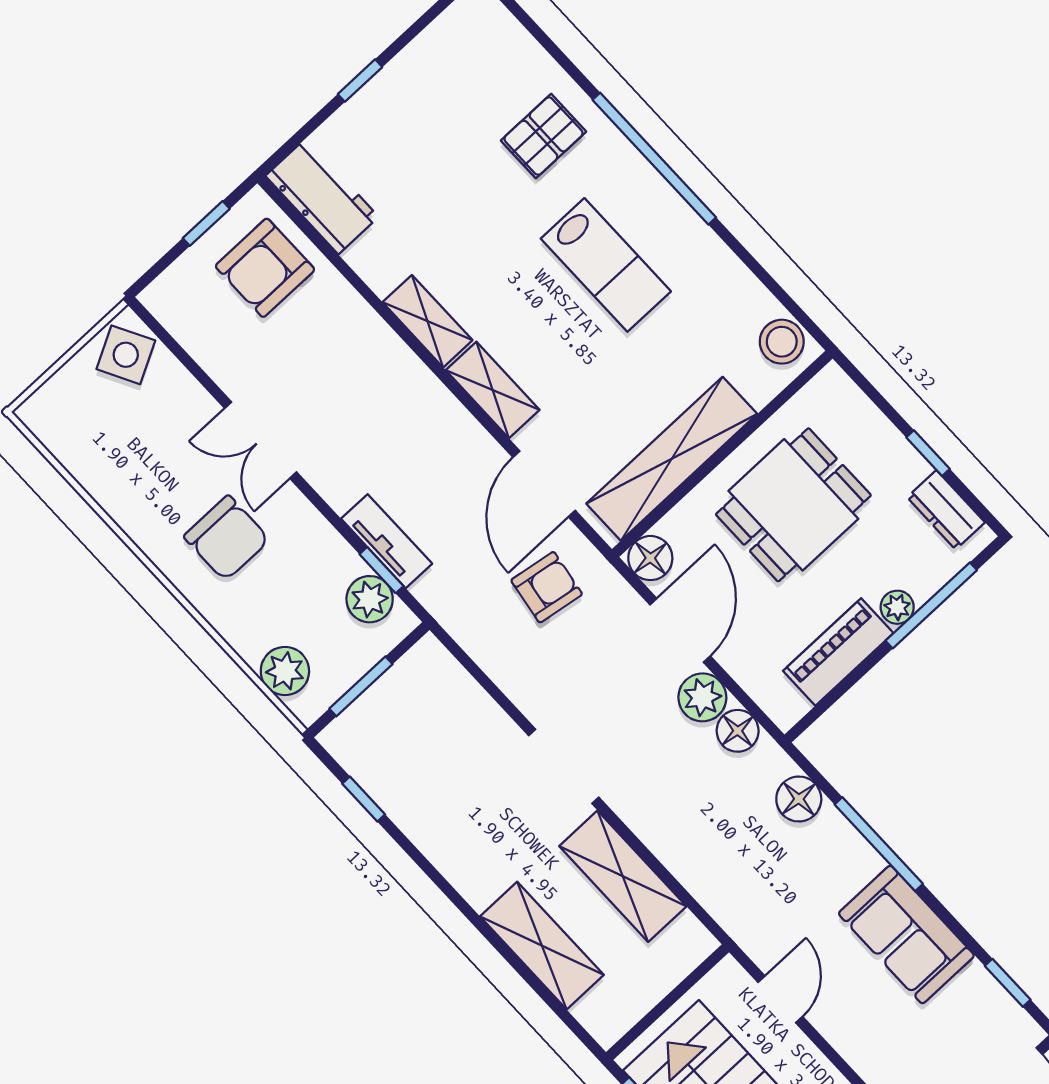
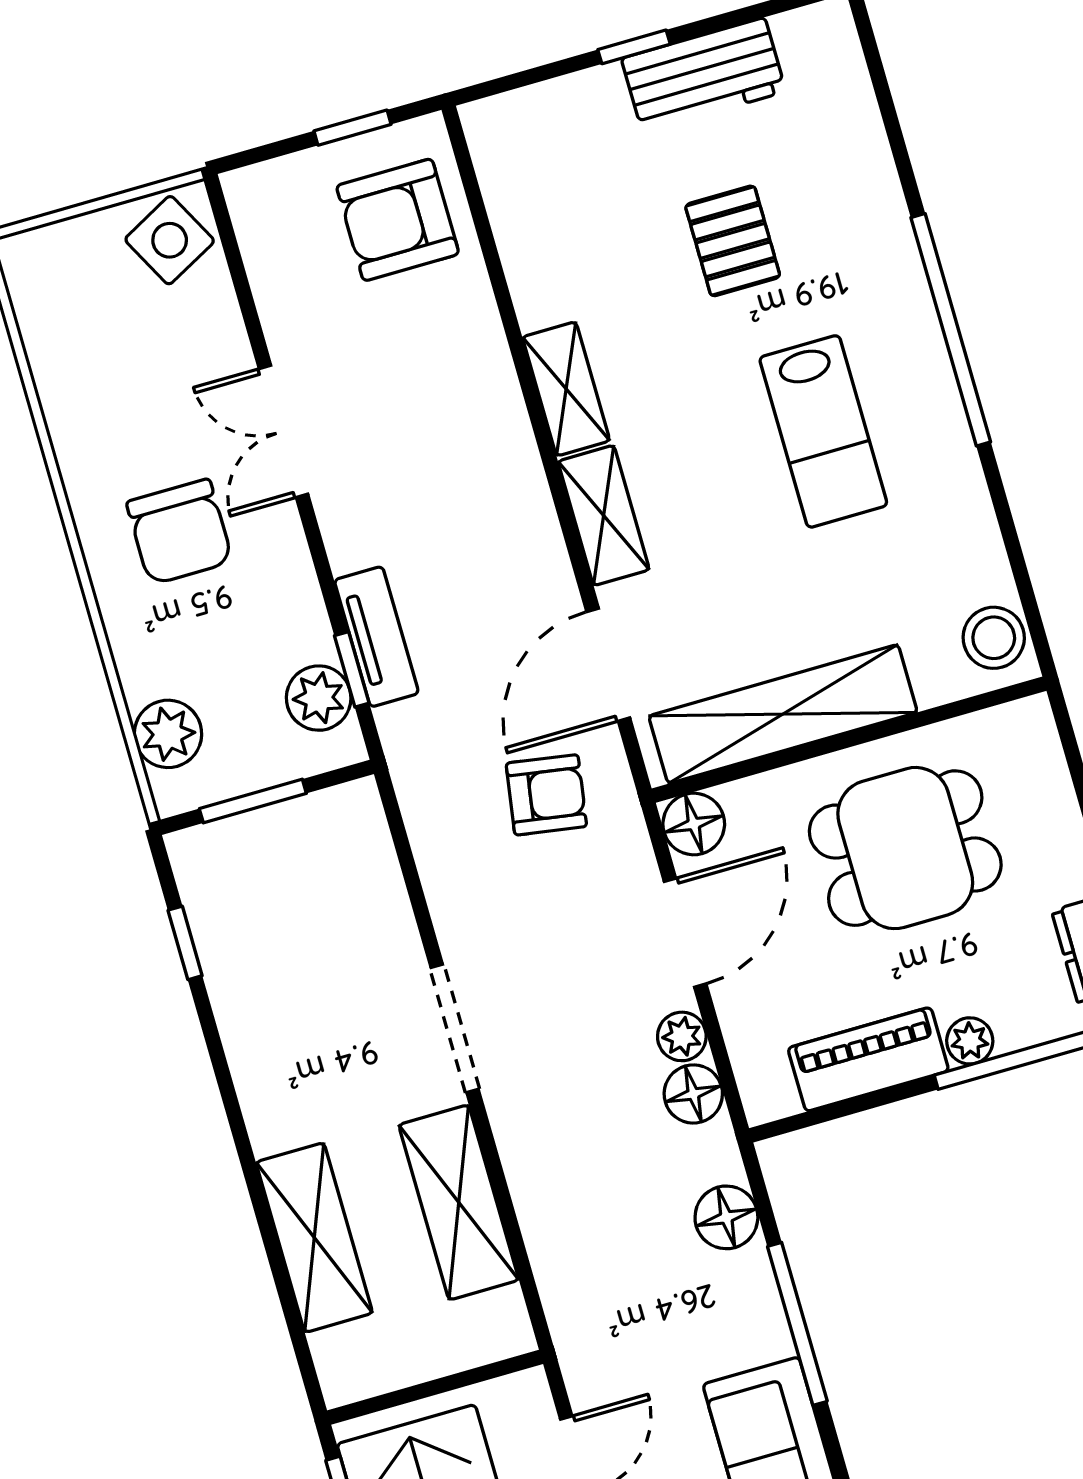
pallet: (543, 136) -> (733, 241), moved, turned 90
workbench: (322, 196) -> (704, 75), moved, turned 90
plant: (702, 697) -> (682, 1036), width x0.73, depth x0.73

